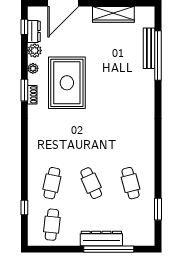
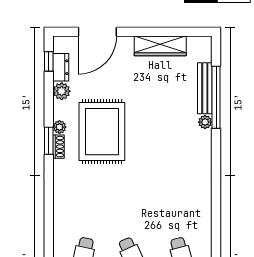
plant: (33, 68) -> (59, 127), moved
plant: (149, 75) -> (205, 122), added

